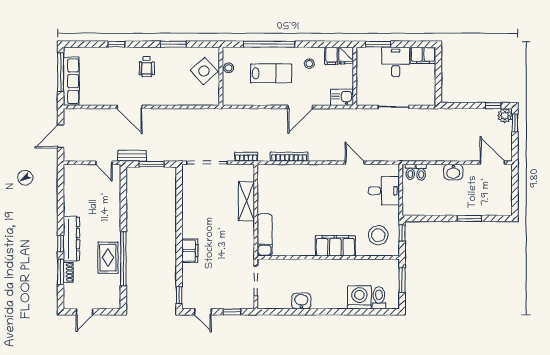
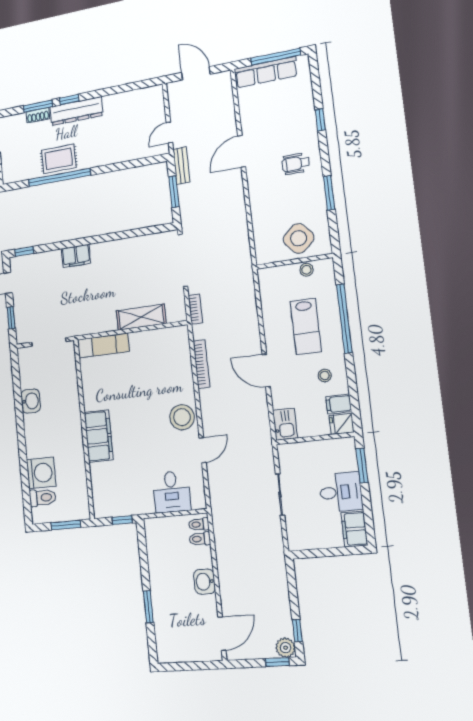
stool: (378, 235) -> (182, 417), moved

